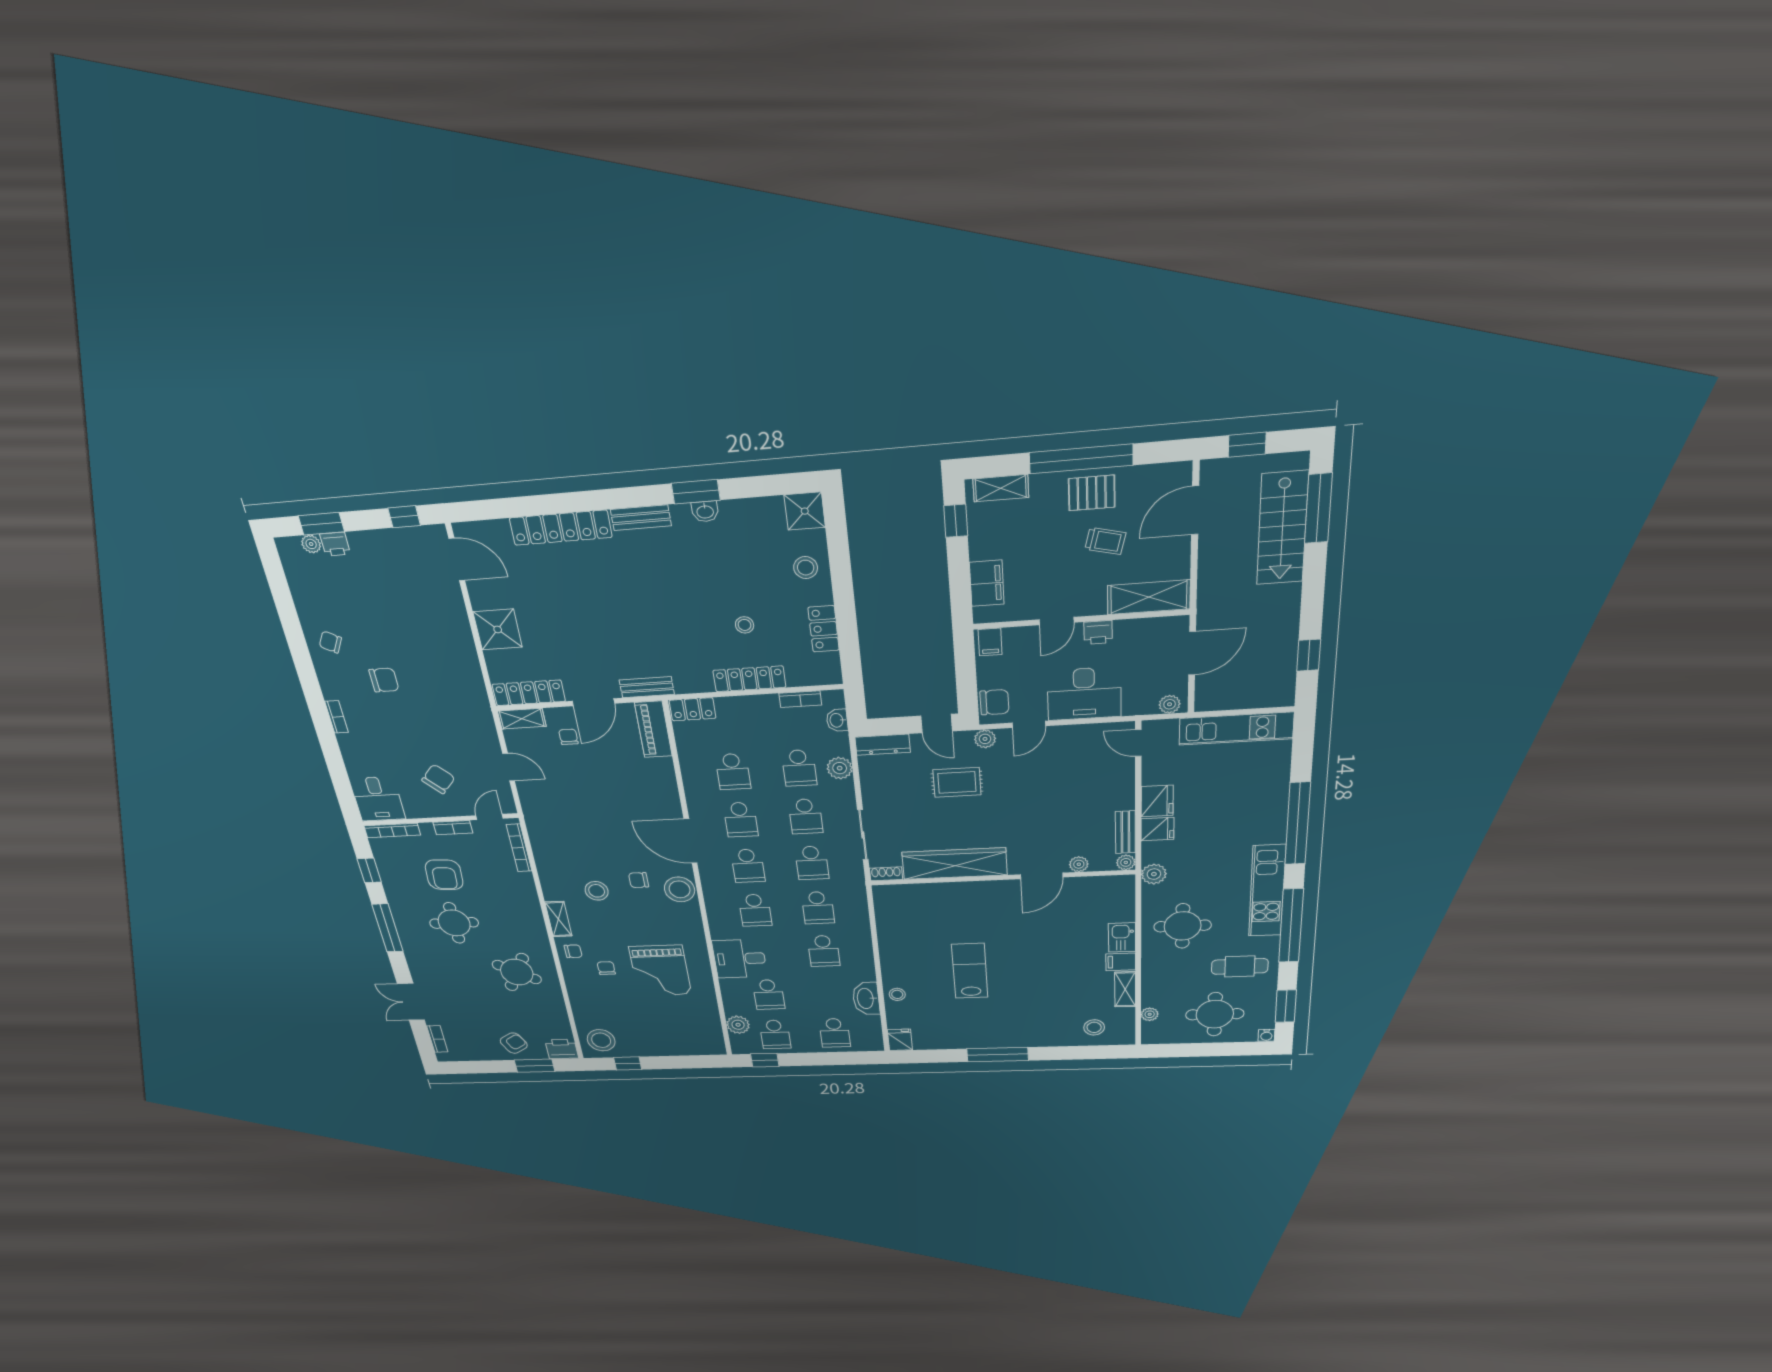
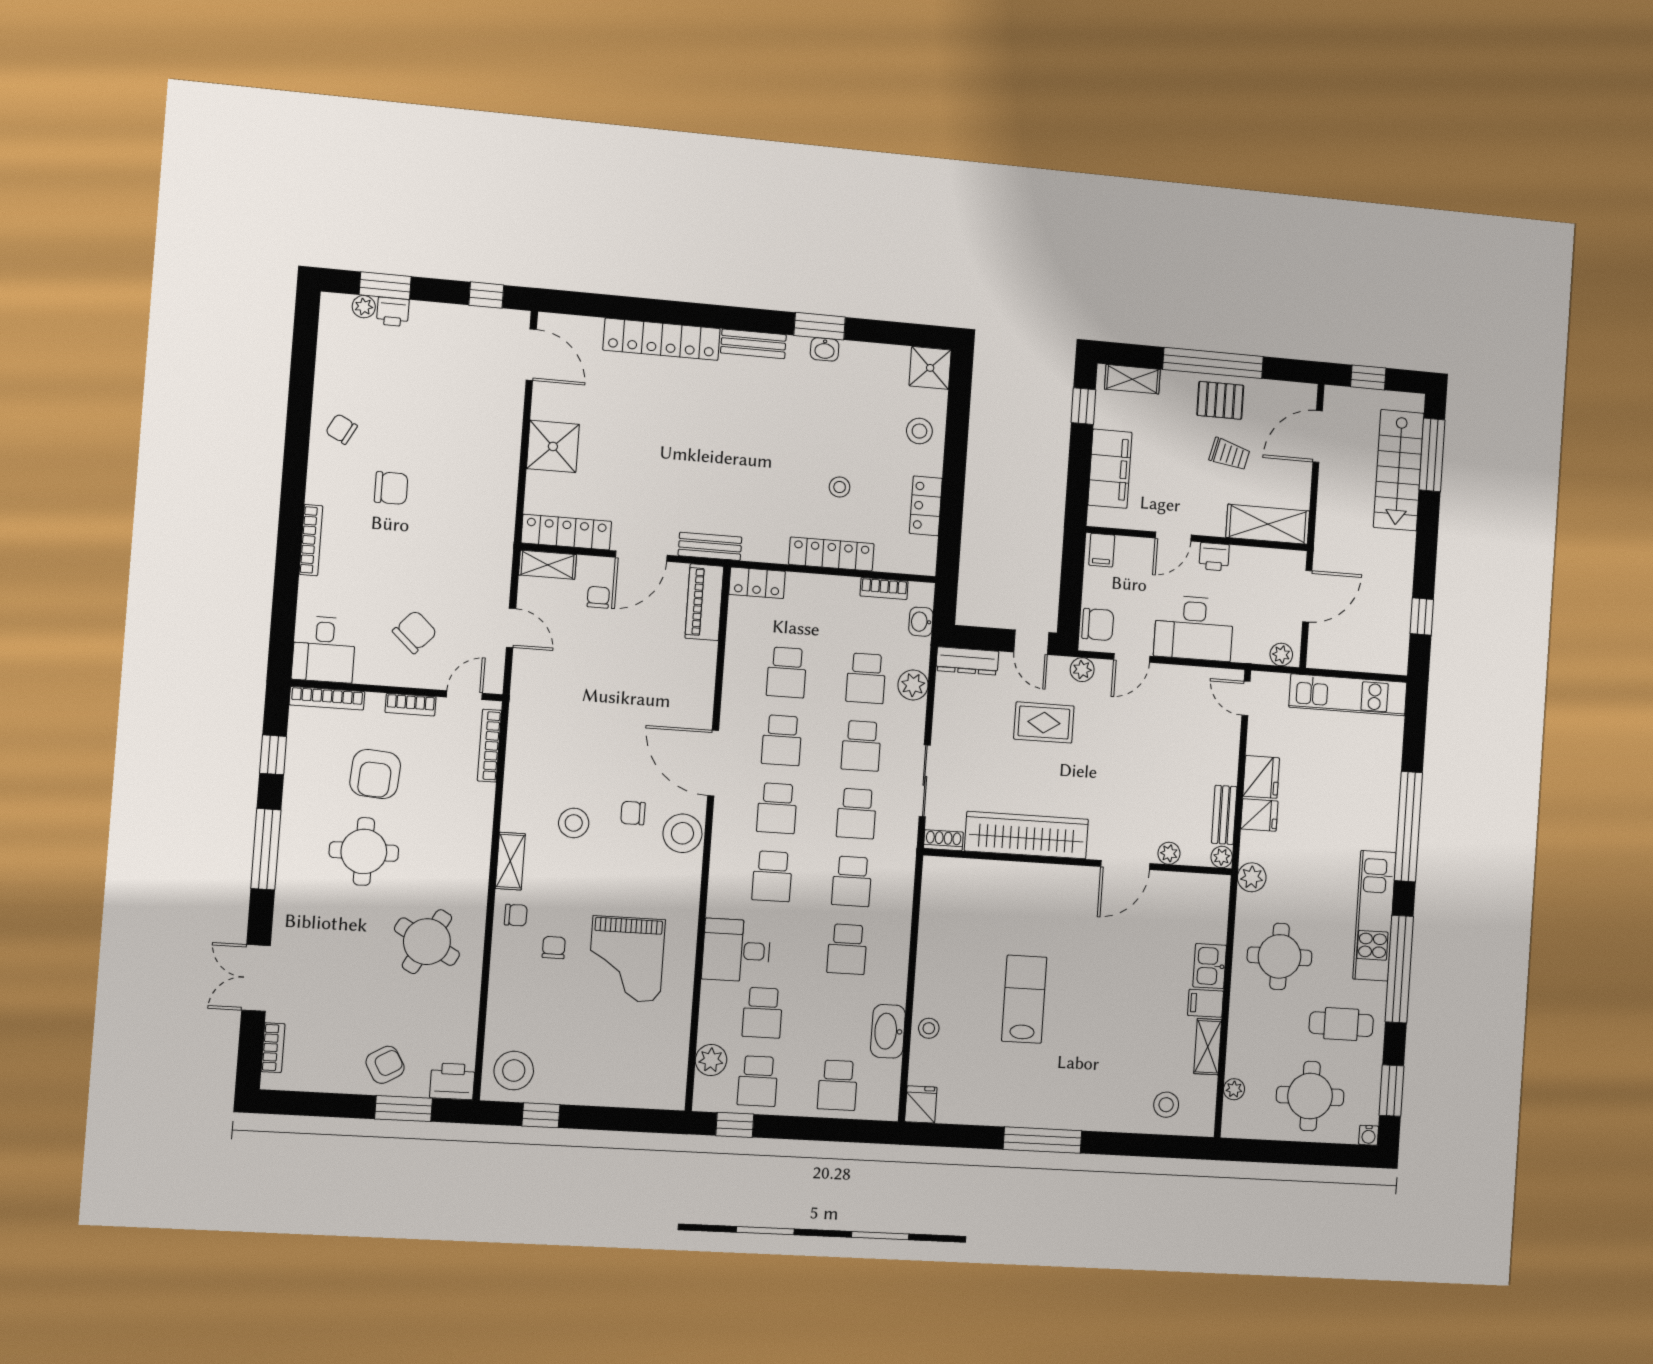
filing cabinet: (987, 583) -> (1110, 469), width x1.50, depth x1.17
bookcase: (337, 717) -> (311, 540), width x1.56

